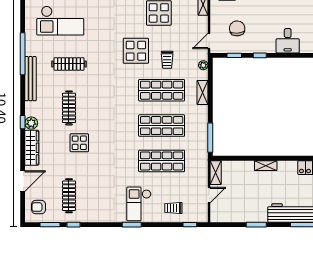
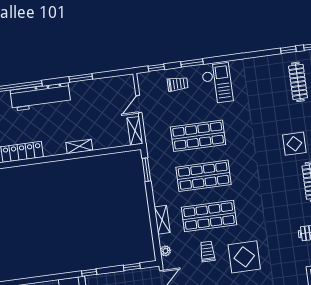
window: (260, 55) -> (89, 273), moved
window: (210, 138) -> (146, 170), width x0.69
window: (132, 225) -> (192, 63), moved

